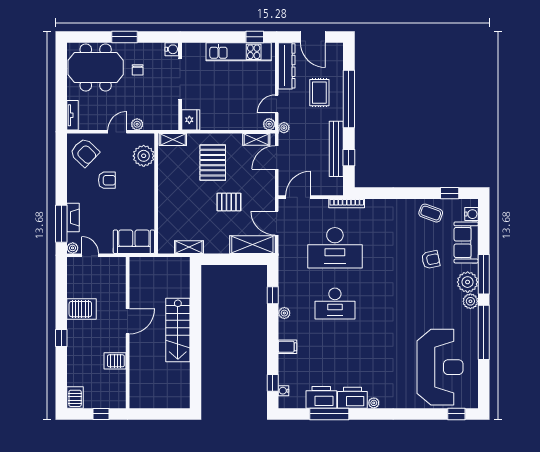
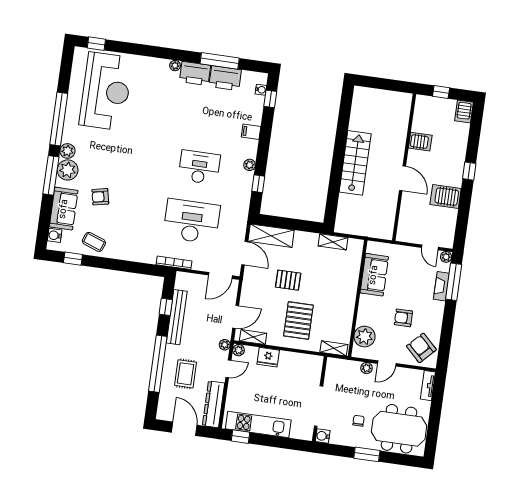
fridge: (191, 120) -> (268, 357), moved, turned -90
sofa: (134, 242) -> (374, 275), moved, turned -90
door: (128, 321) -> (403, 178), swing flipped
reception desk: (440, 367) -> (106, 91), turned 180

